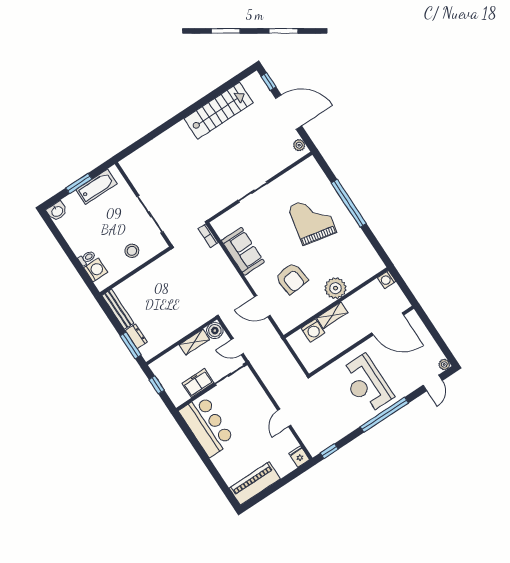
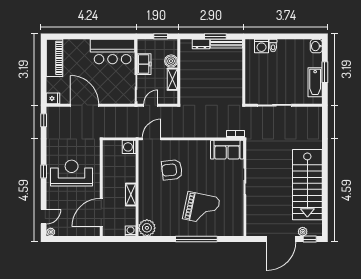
stairs: (218, 111) -> (307, 185), width x1.36, depth x1.51
plant: (299, 145) -> (303, 232), moved
stool: (132, 251) -> (258, 78), removed
sofa: (243, 251) -> (227, 150), moved
plant: (335, 288) -> (147, 228), moved
door: (262, 306) -> (152, 139), moved
shelving: (332, 315) -> (131, 195), moved
washing machine: (313, 330) -> (129, 147), moved
boiler: (215, 331) -> (171, 61), moved
window: (131, 345) -> (215, 36), moved
door: (433, 383) -> (44, 217), swing flipped
window: (384, 415) -> (44, 172), width x0.32
door: (284, 418) -> (85, 105), width x1.88

